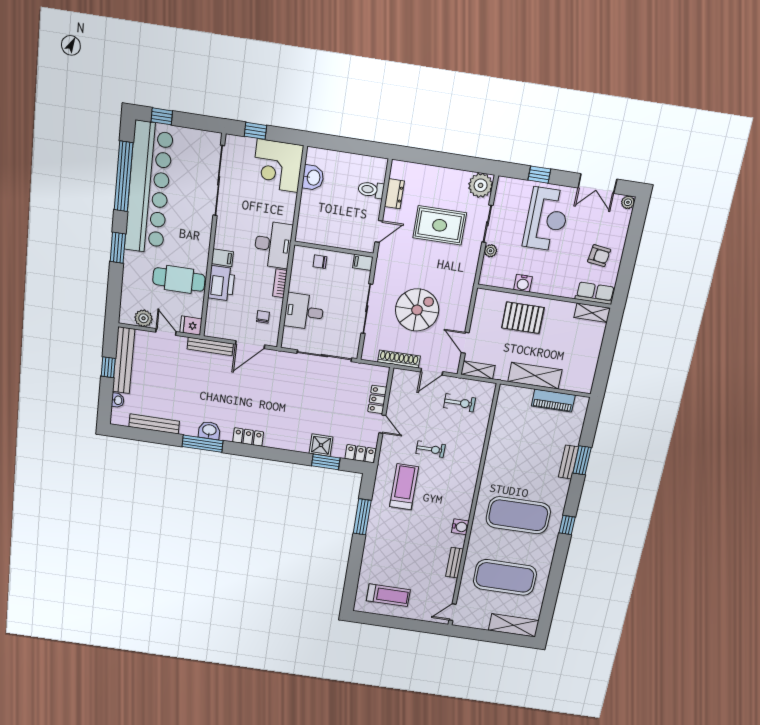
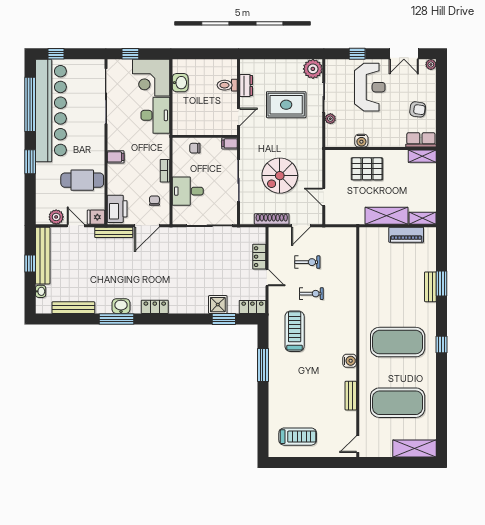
desk: (273, 245) -> (155, 115), moved
printer: (221, 283) -> (117, 209), moved
spiral stairs: (417, 310) -> (280, 176), turned 180
shelving: (478, 370) -> (422, 218), moved
exercise bike: (460, 403) -> (307, 262), moved

